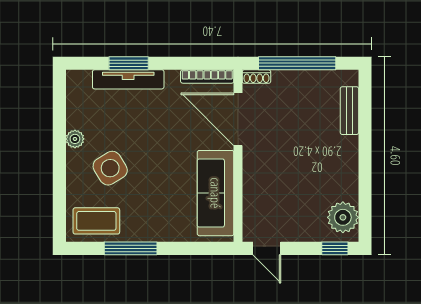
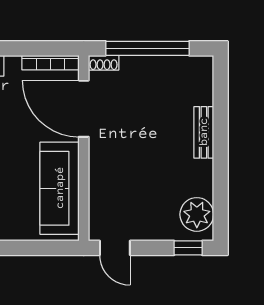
bench: (349, 111) -> (204, 132), moved

